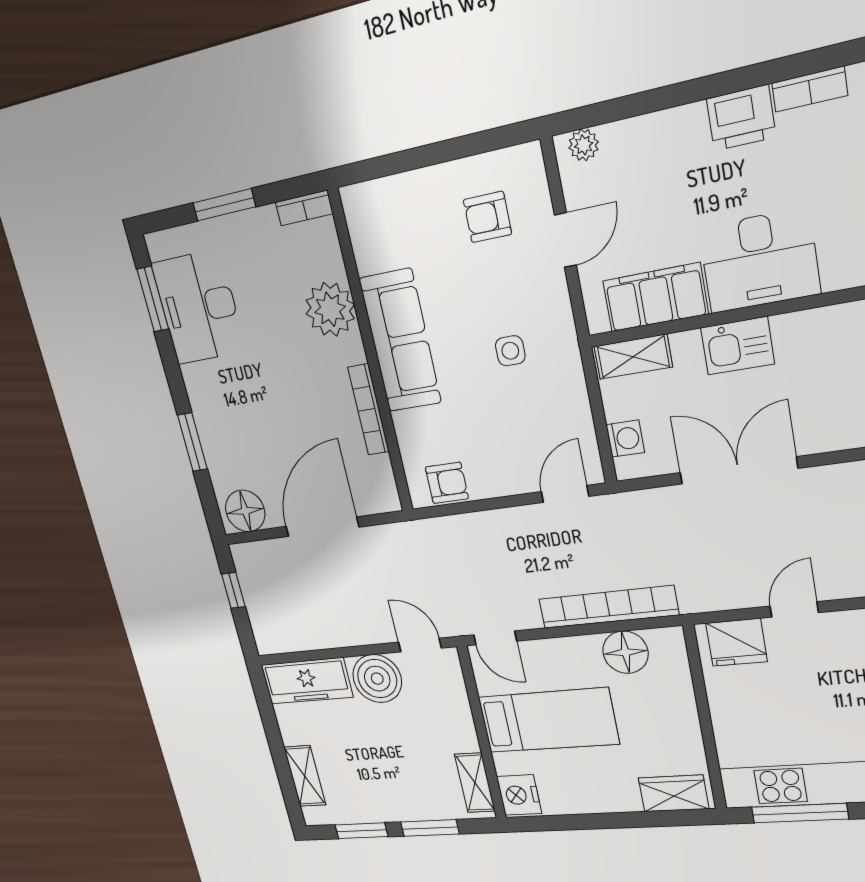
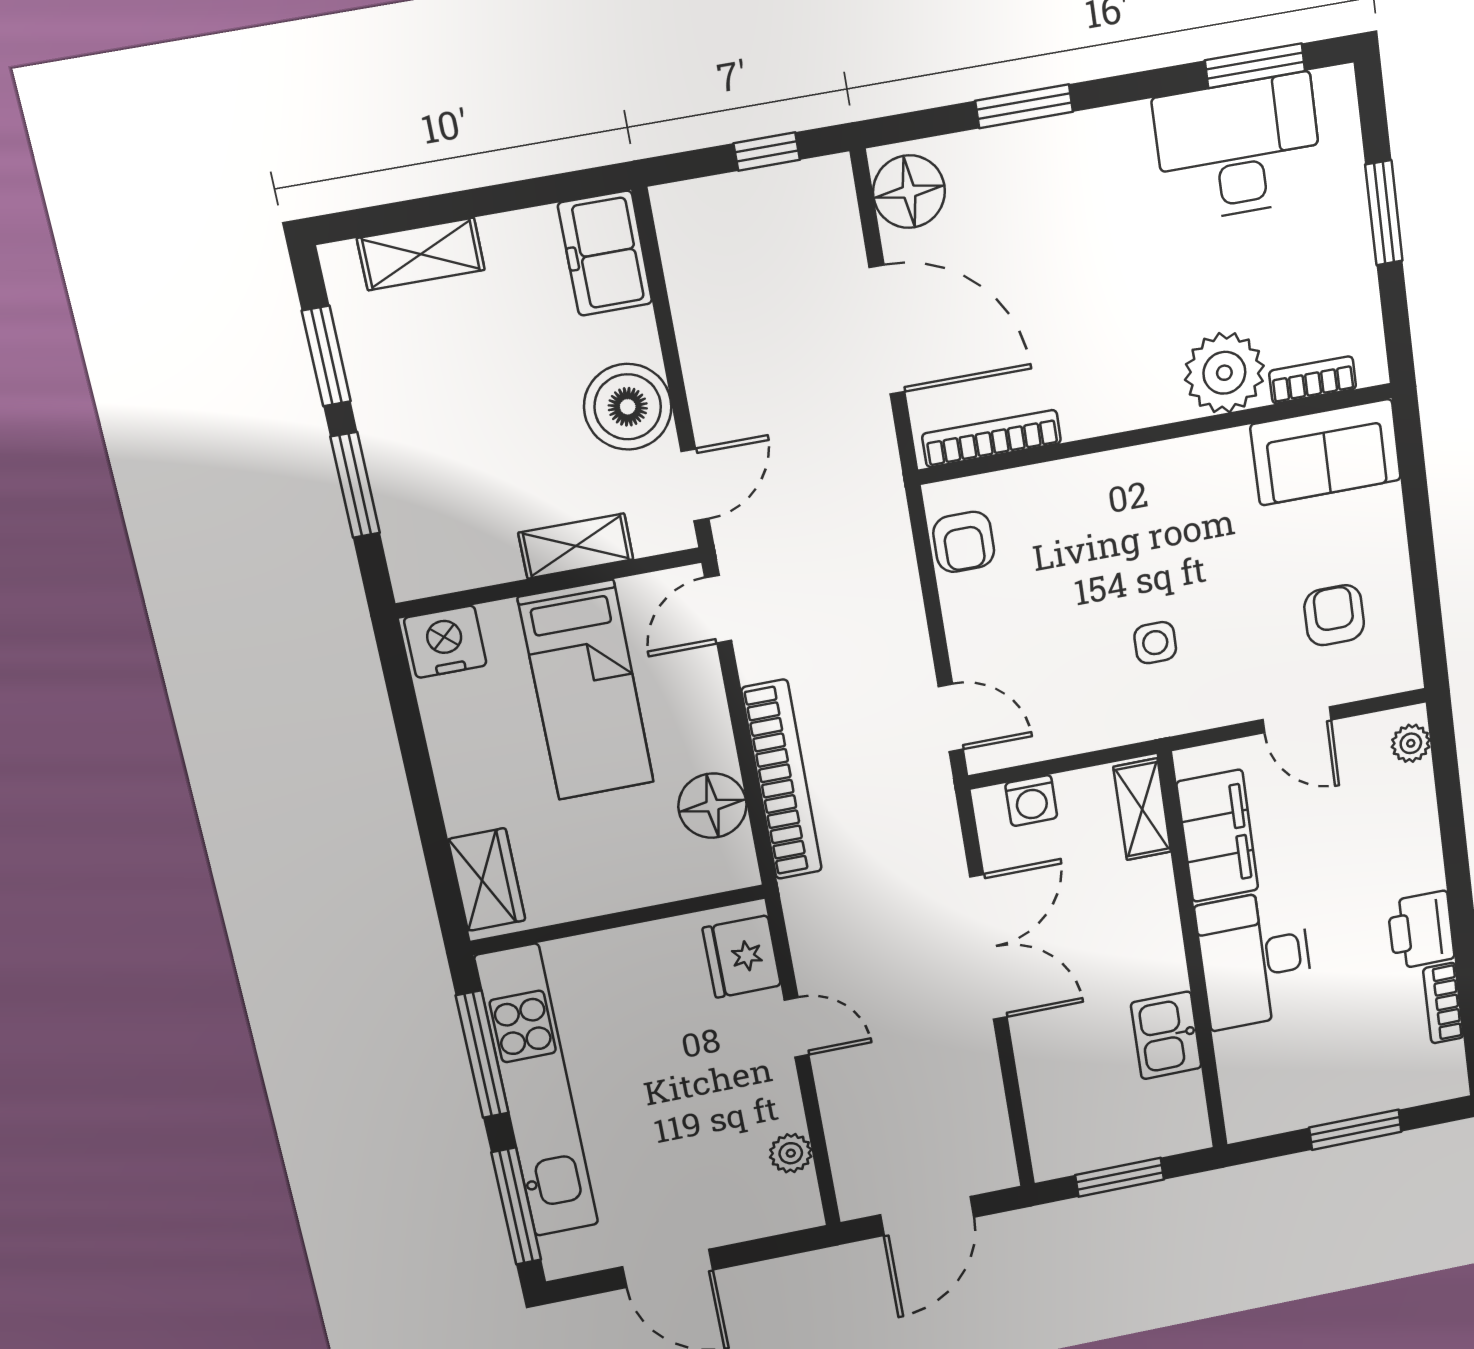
bookcase: (304, 208) -> (1313, 380), moved, turned 90
sofa: (400, 341) -> (1326, 452), moved, width x0.73
kitchen sink: (737, 346) -> (1166, 1035), moved
bookcase: (368, 410) -> (992, 439), moved
freezer: (307, 681) -> (605, 253), width x0.71
shelving: (475, 783) -> (576, 546), moved

